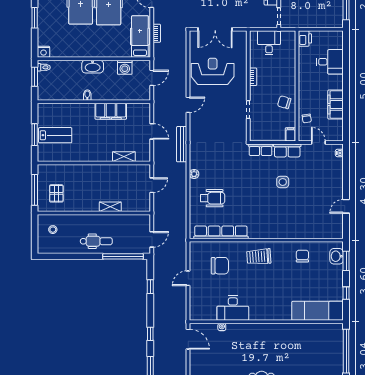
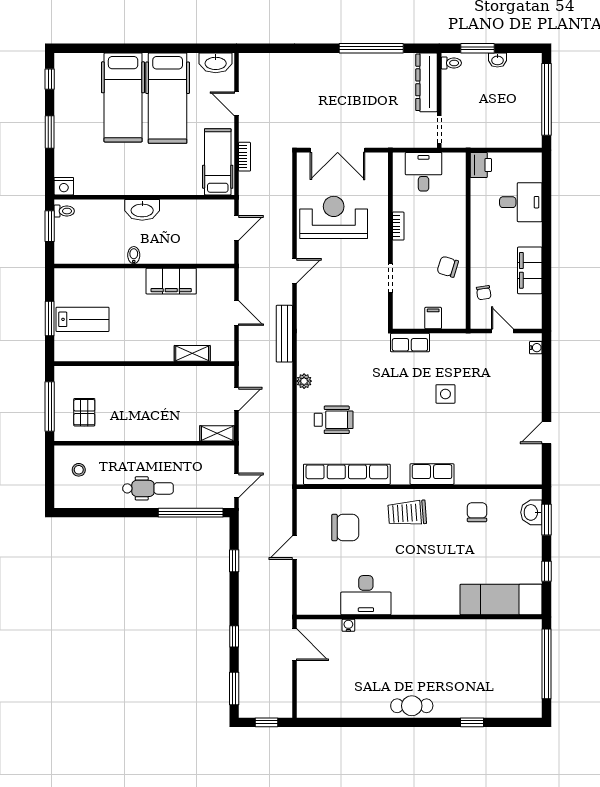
washing machine: (125, 67) -> (193, 211), removed
filing cabinet: (290, 134) -> (433, 318), moved
row of seats: (287, 150) -> (432, 474), moved, turned 180
shelving: (110, 207) -> (217, 433), moved

